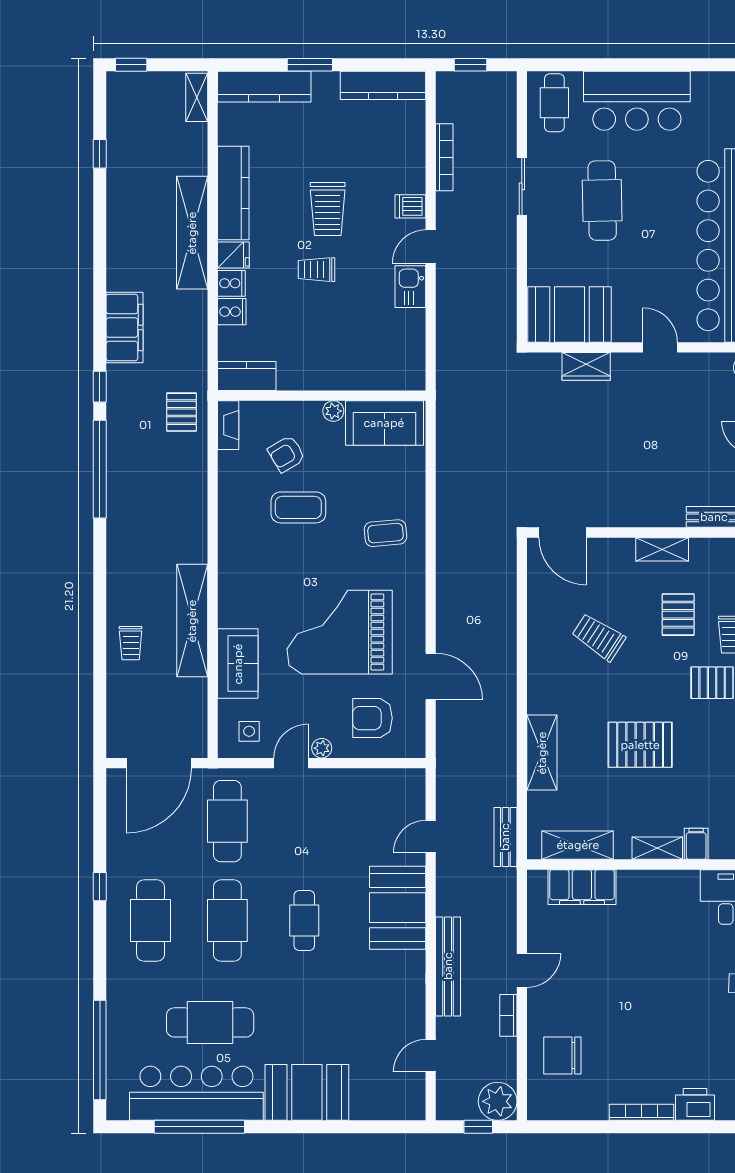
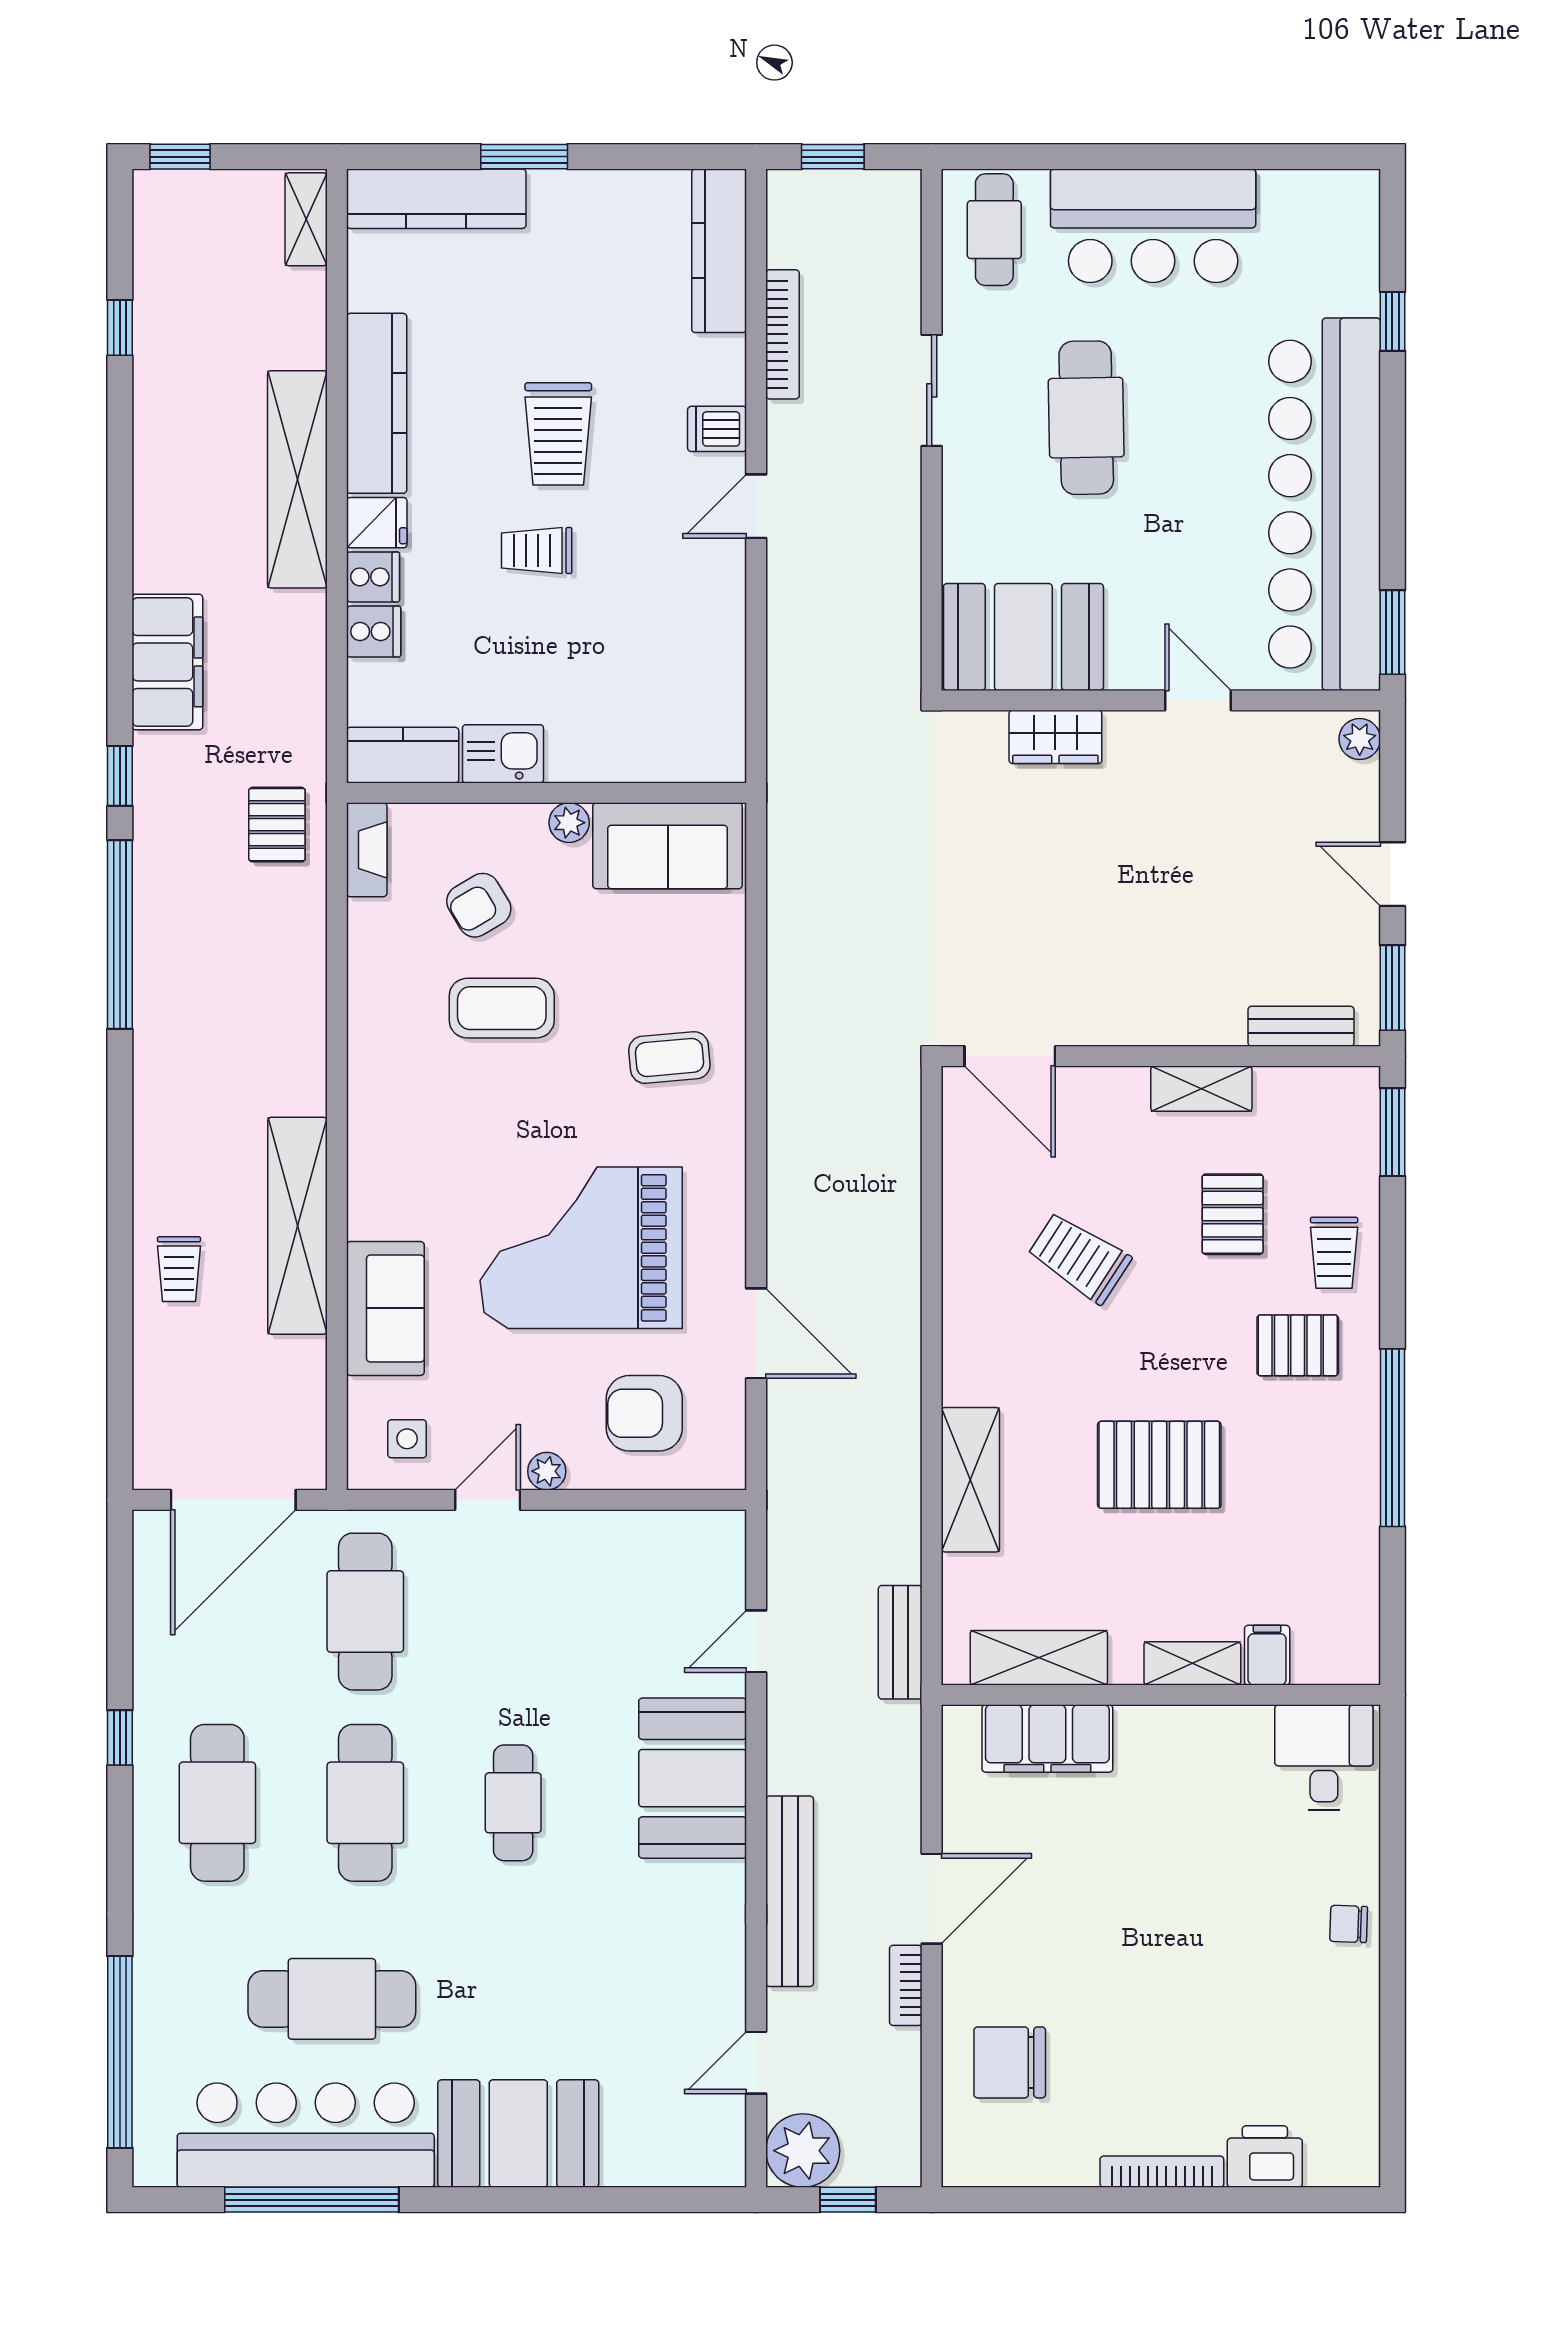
kitchen counter: (383, 85) -> (719, 251), moved, turned 90
kitchen sink: (410, 287) -> (503, 754), moved, turned 90
door: (522, 970) -> (932, 1899), width x1.38
plant: (498, 1101) -> (803, 2151), moved

